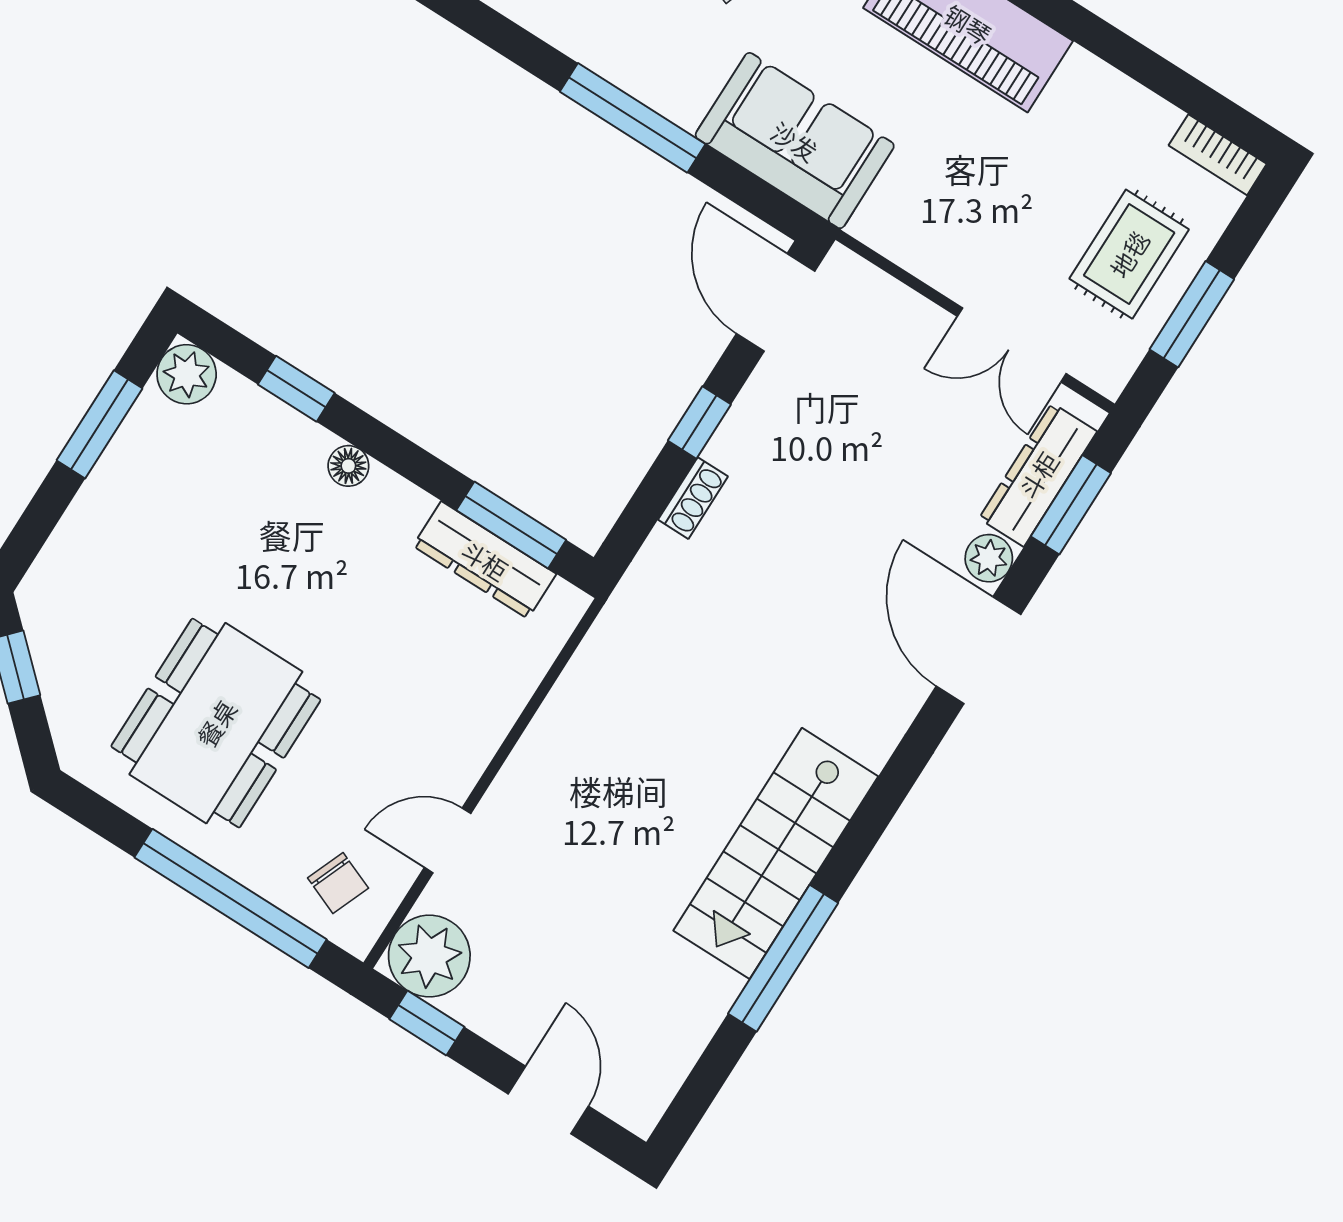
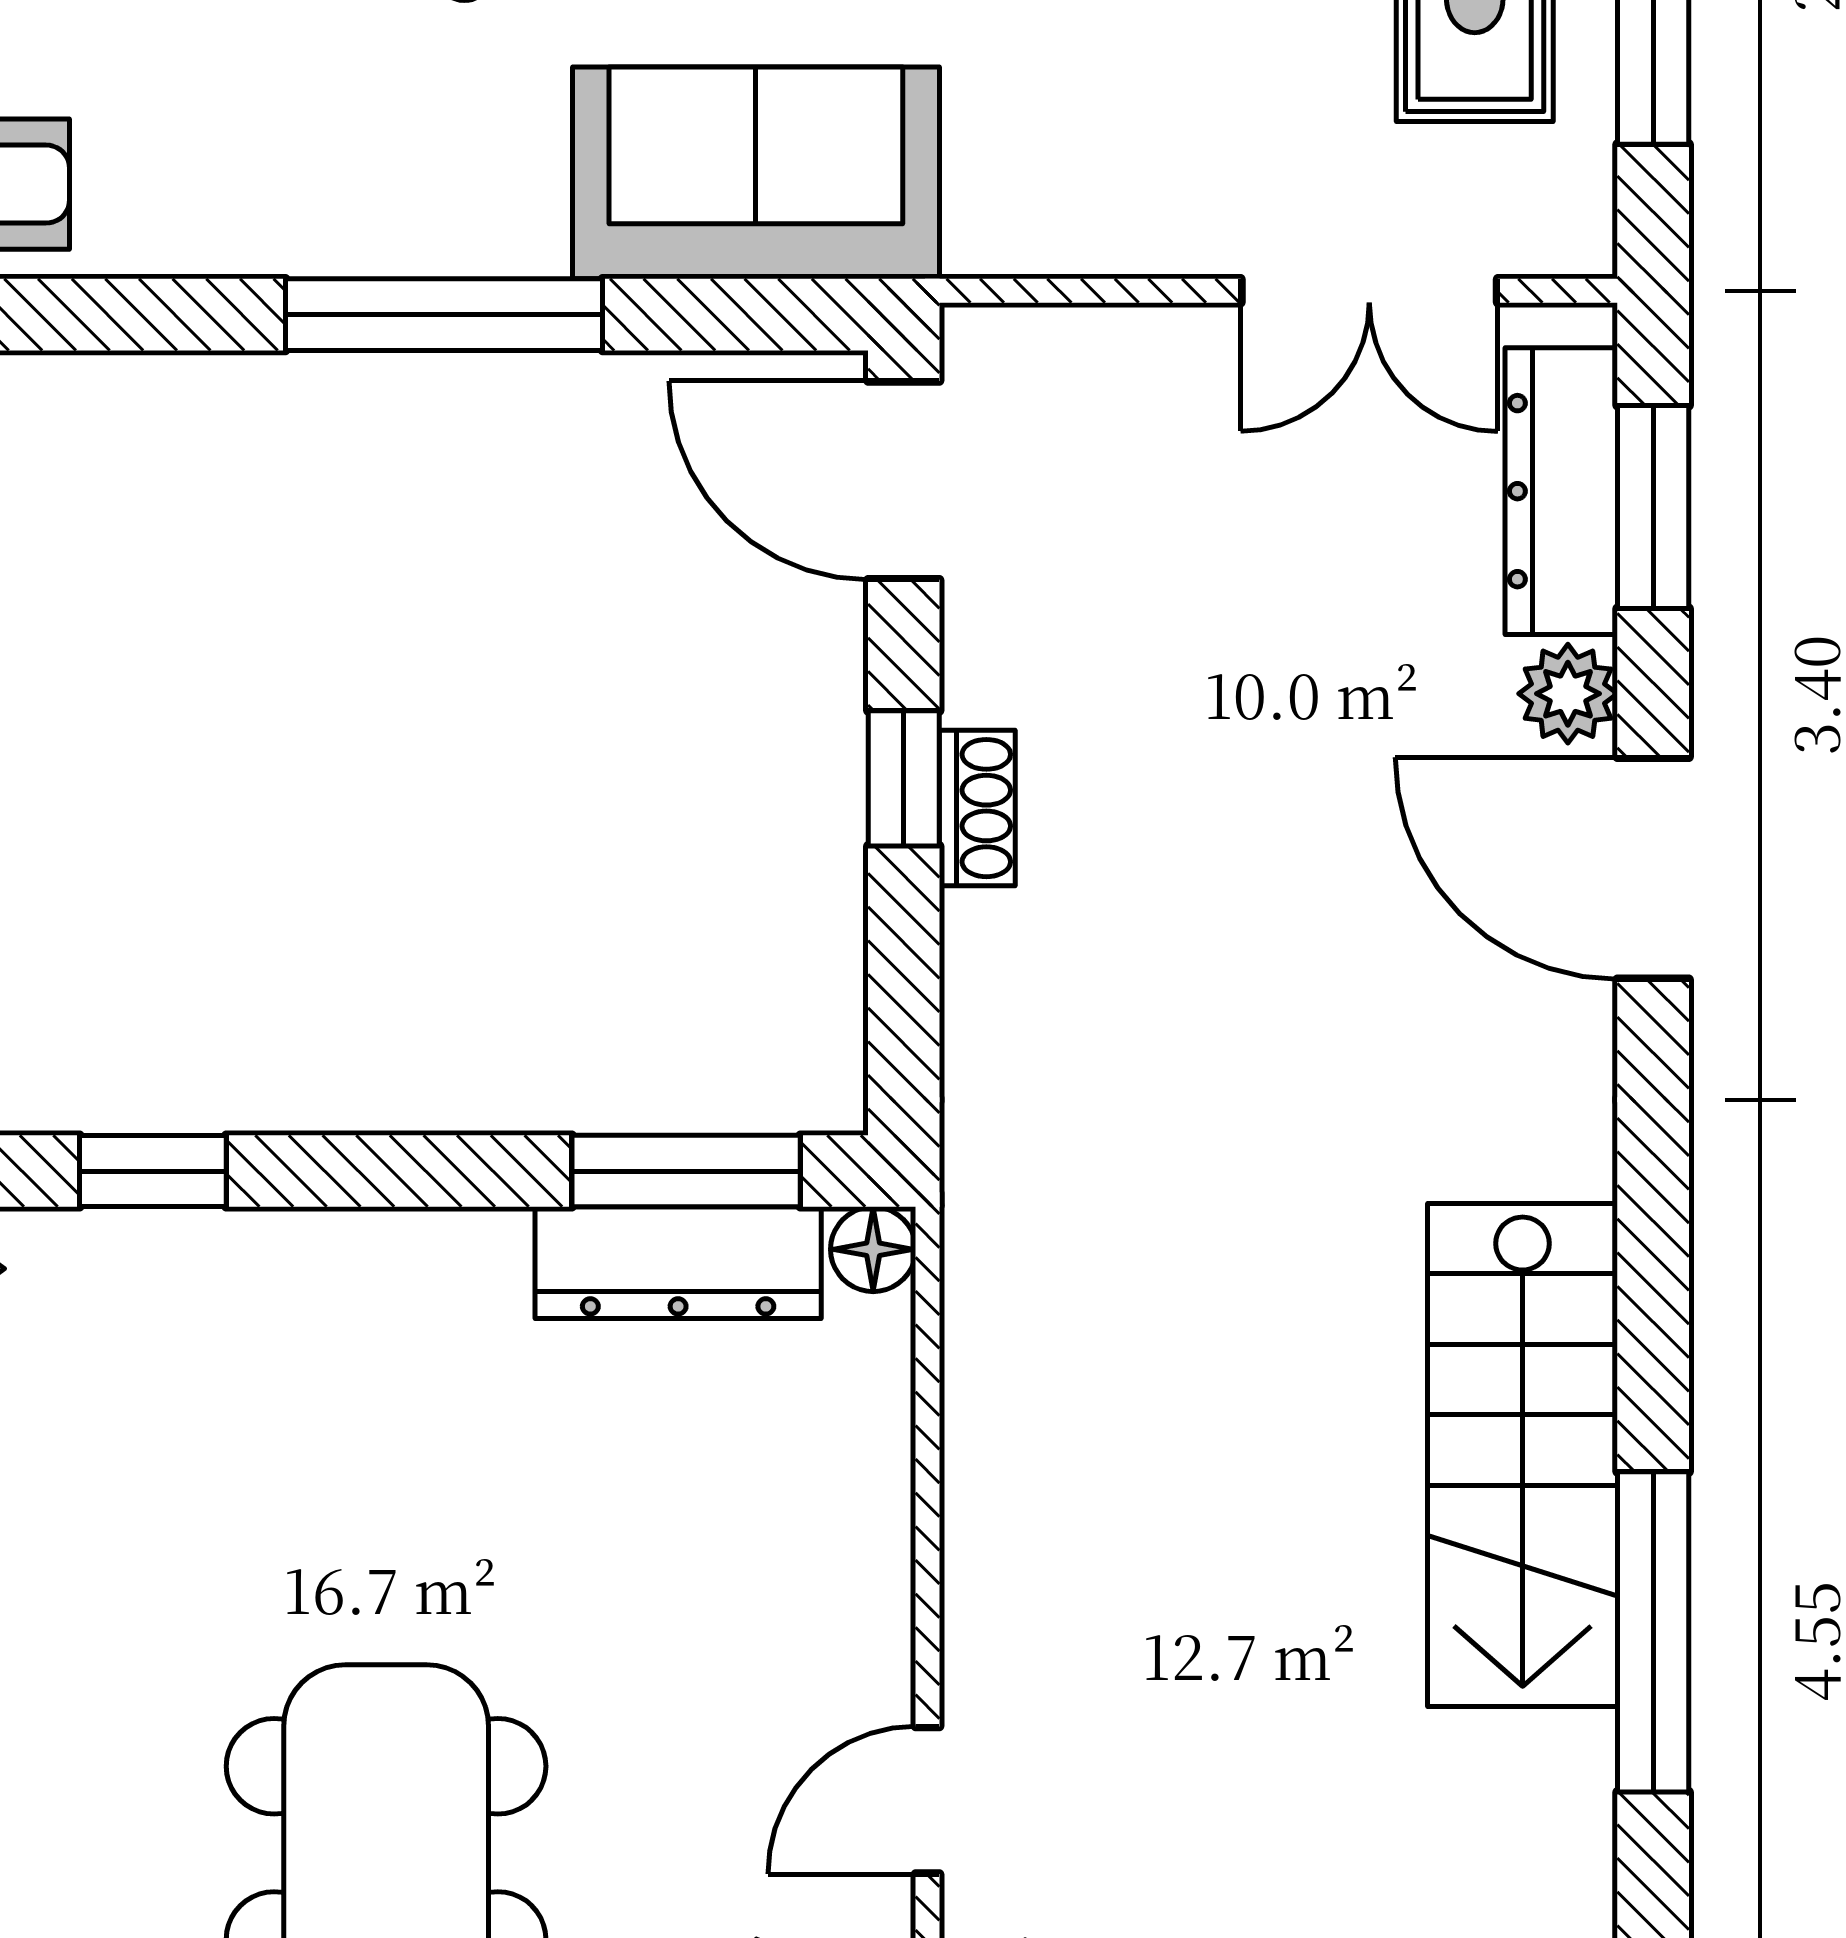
floor lamp: (348, 466) -> (873, 1249), moved
shoe rack: (693, 498) -> (977, 808), moved

